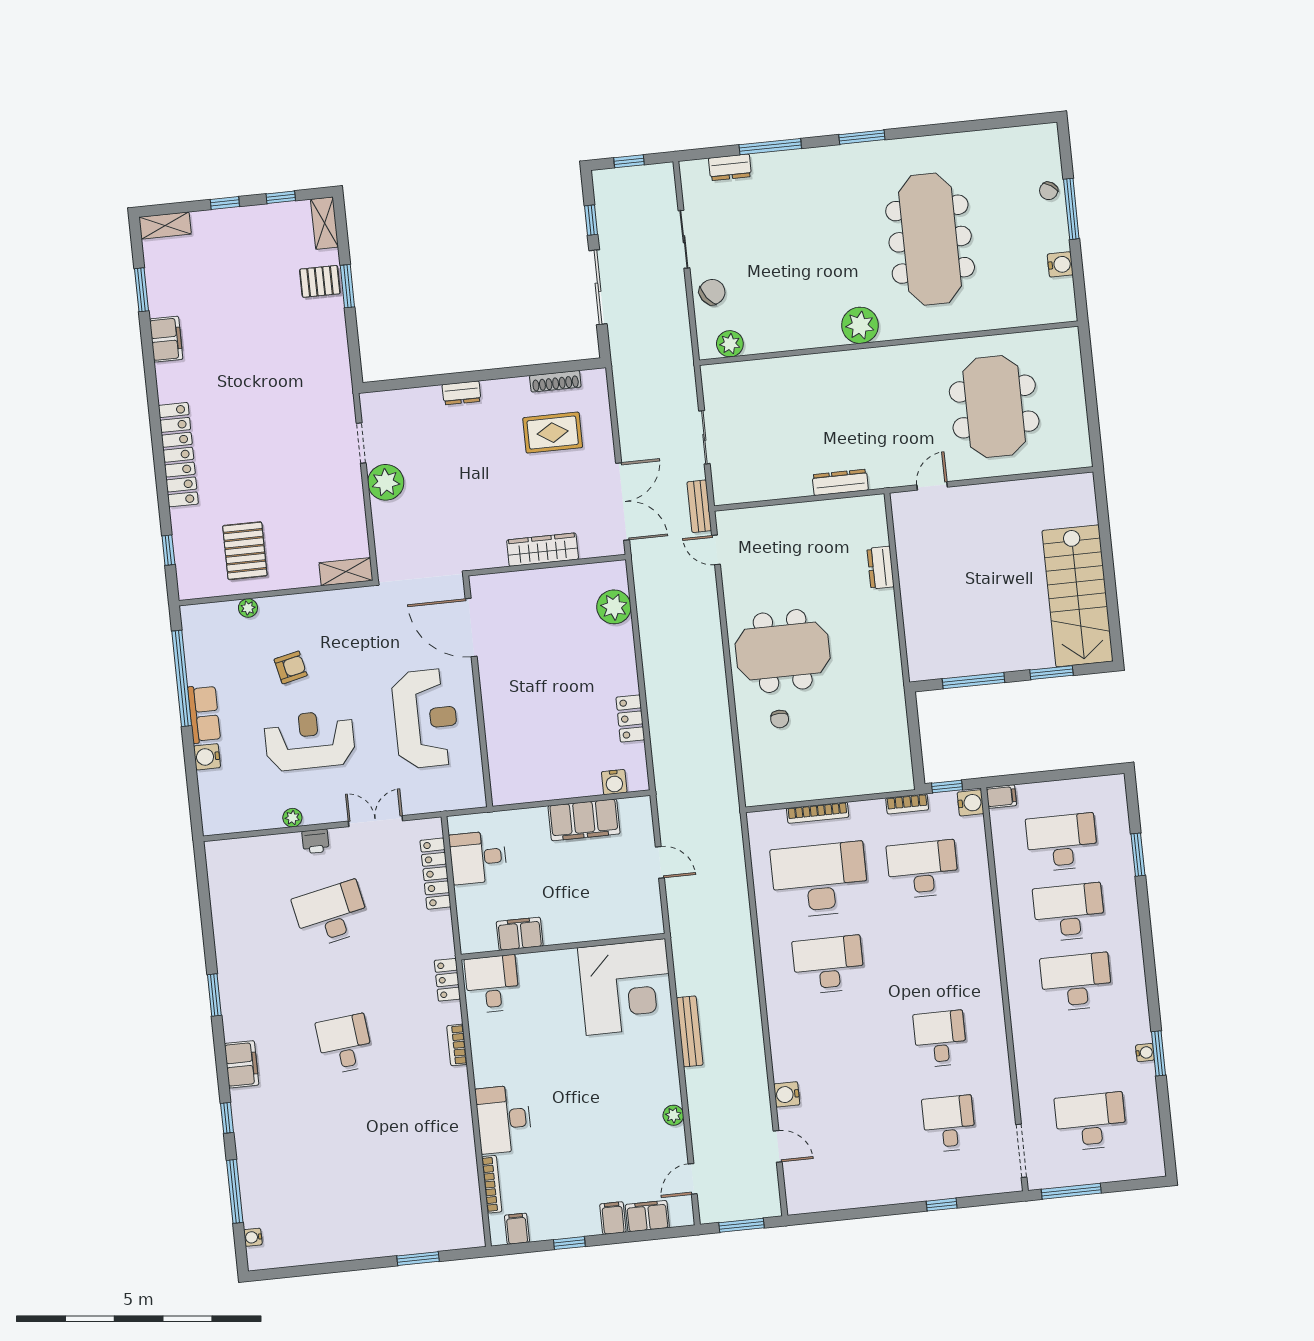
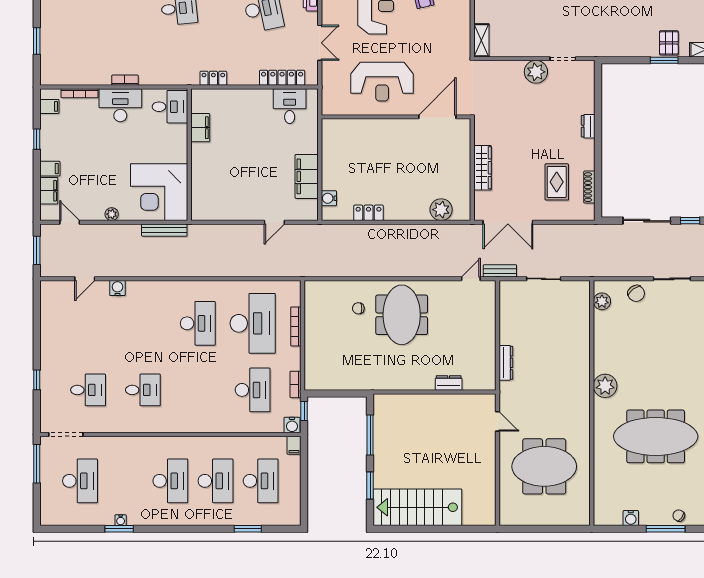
filing cabinet: (520, 934) -> (200, 128), moved
wall: (563, 947) -> (189, 155), moved
desk: (492, 984) -> (170, 107), moved
corner desk: (626, 987) -> (159, 192), moved
bookcase: (457, 1045) -> (125, 80), moved

